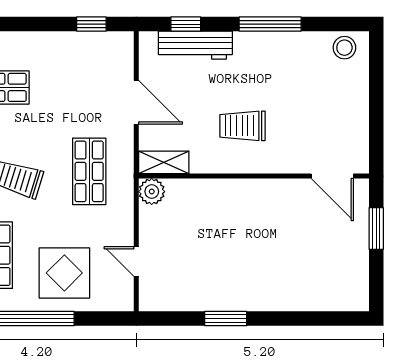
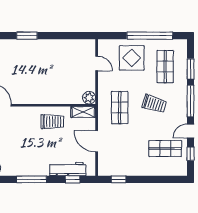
trolley: (243, 126) -> (52, 122), moved
window: (226, 319) -> (27, 36), moved

